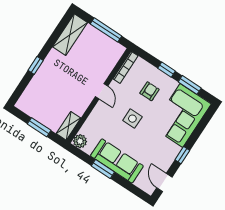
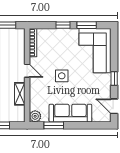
armchair: (149, 91) -> (61, 48), removed
shelving: (69, 126) -> (20, 94), moved
window: (103, 169) -> (54, 125), moved

